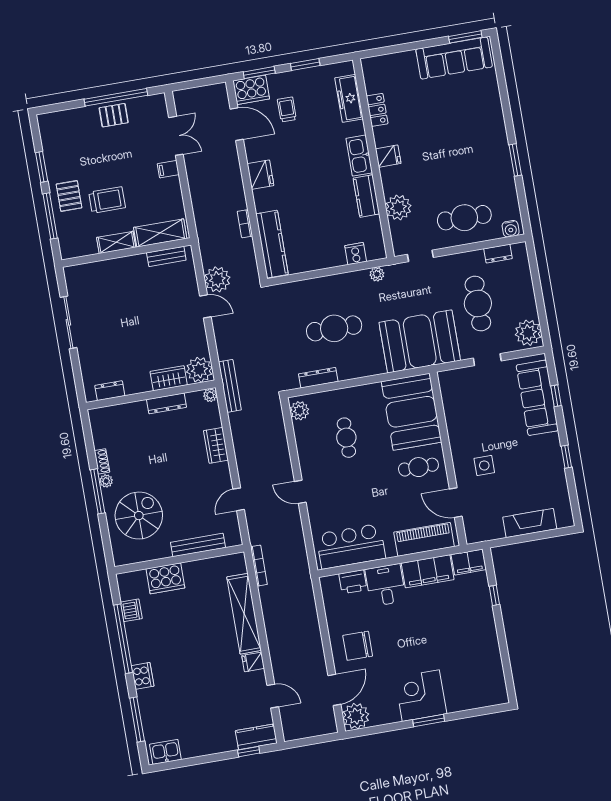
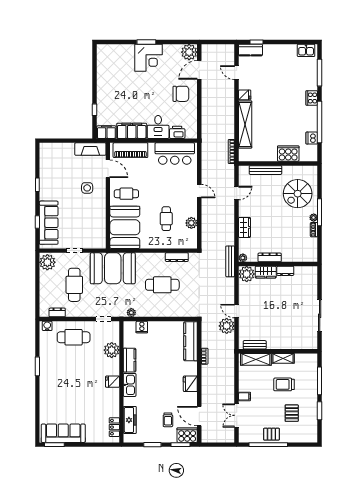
locker: (377, 110) -> (114, 427), moved
pallet: (69, 196) -> (292, 413), moved
dresser: (110, 391) -> (285, 271), moved
plant: (299, 411) -> (191, 223), moved
fireplace: (530, 523) -> (90, 149), moved

